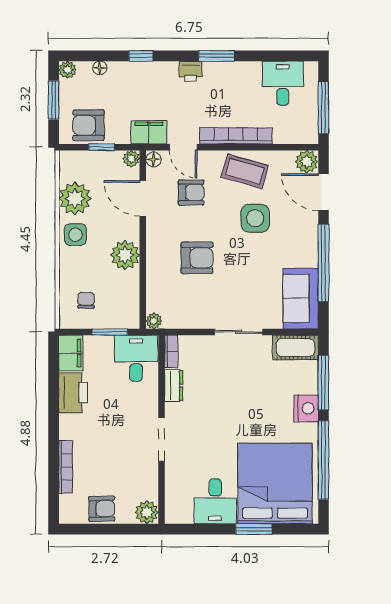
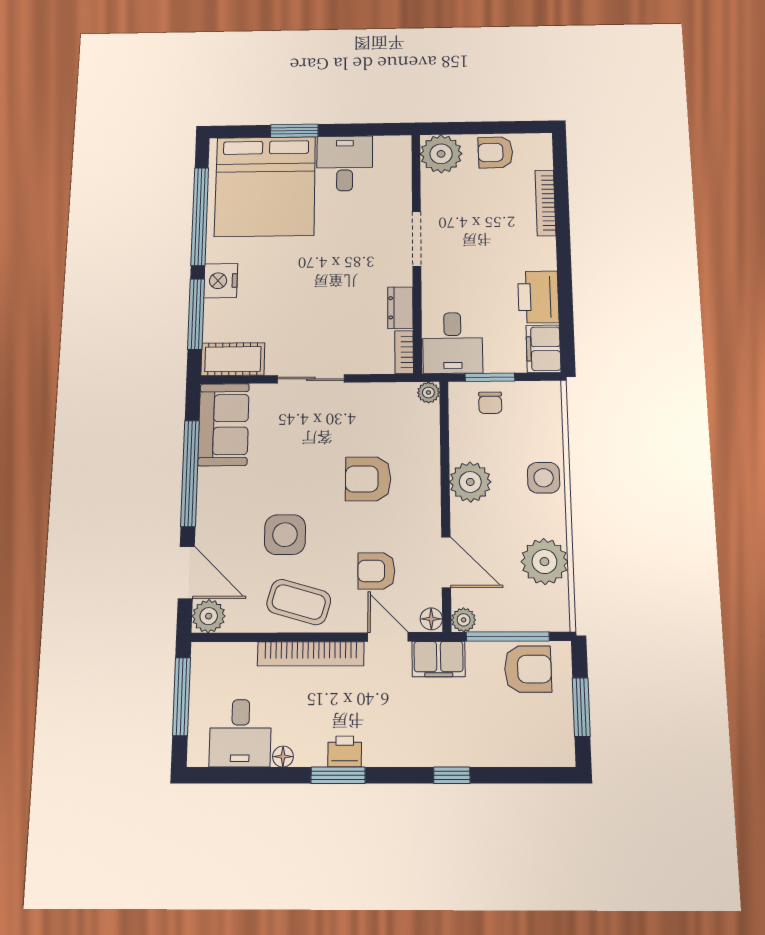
floor lamp: (100, 68) -> (283, 757), moved
plant: (67, 70) -> (562, 754), removed
printer: (191, 71) -> (345, 752), moved
window: (102, 147) -> (508, 636), width x2.17
side table: (76, 235) -> (544, 478), moved
chair: (86, 300) -> (490, 403), moved
plant: (147, 512) -> (441, 154), width x1.36, depth x1.36

